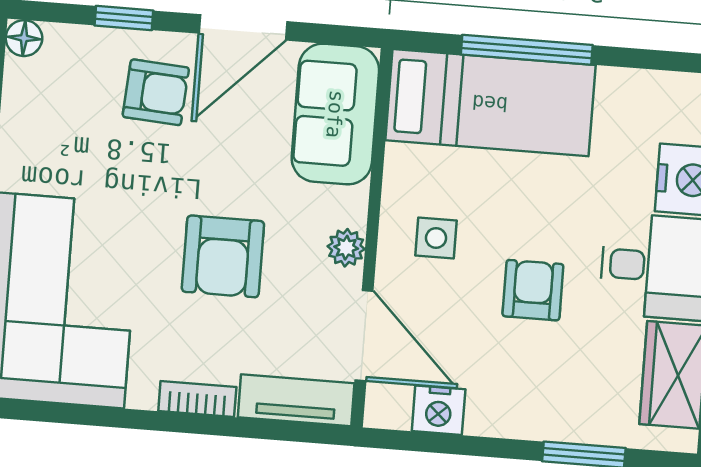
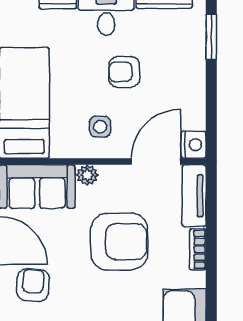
plant: (346, 248) -> (87, 175), moved
armchair: (223, 256) -> (119, 242), width x1.36, depth x1.36
nightstand: (439, 410) -> (193, 145), moved

